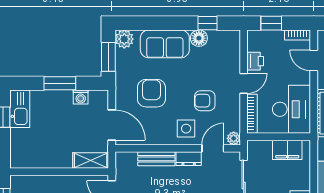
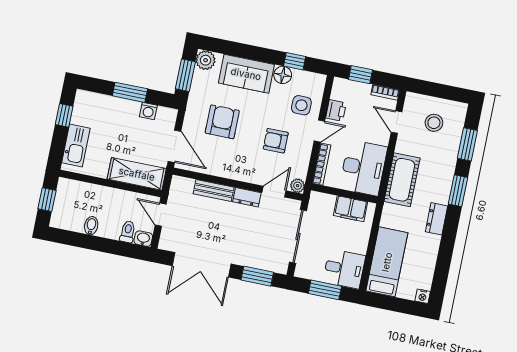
kitchen sink: (20, 109) -> (76, 145), moved
side table: (186, 129) -> (301, 105), moved
shelving: (91, 160) -> (137, 174), width x1.50, depth x1.33

